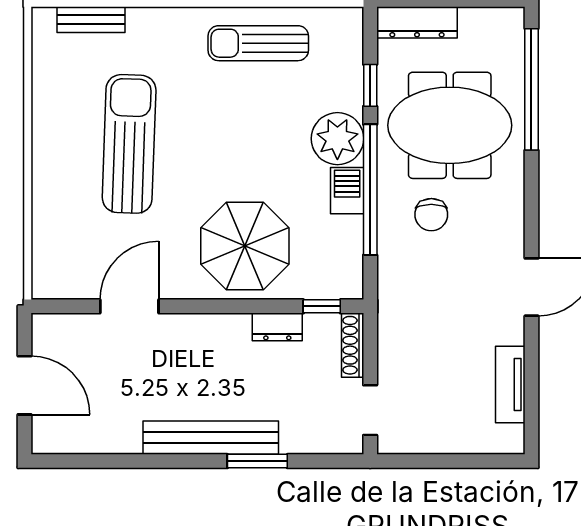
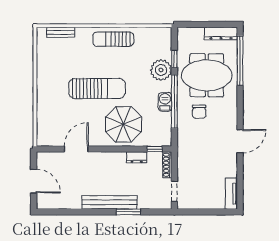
dresser: (417, 22) -> (221, 33), moved
sun lounger: (258, 43) -> (113, 39), moved
plant: (337, 139) -> (161, 70), moved
sun lounger: (129, 144) -> (97, 89), moved, turned 88
tv unit: (510, 384) -> (231, 194), moved

